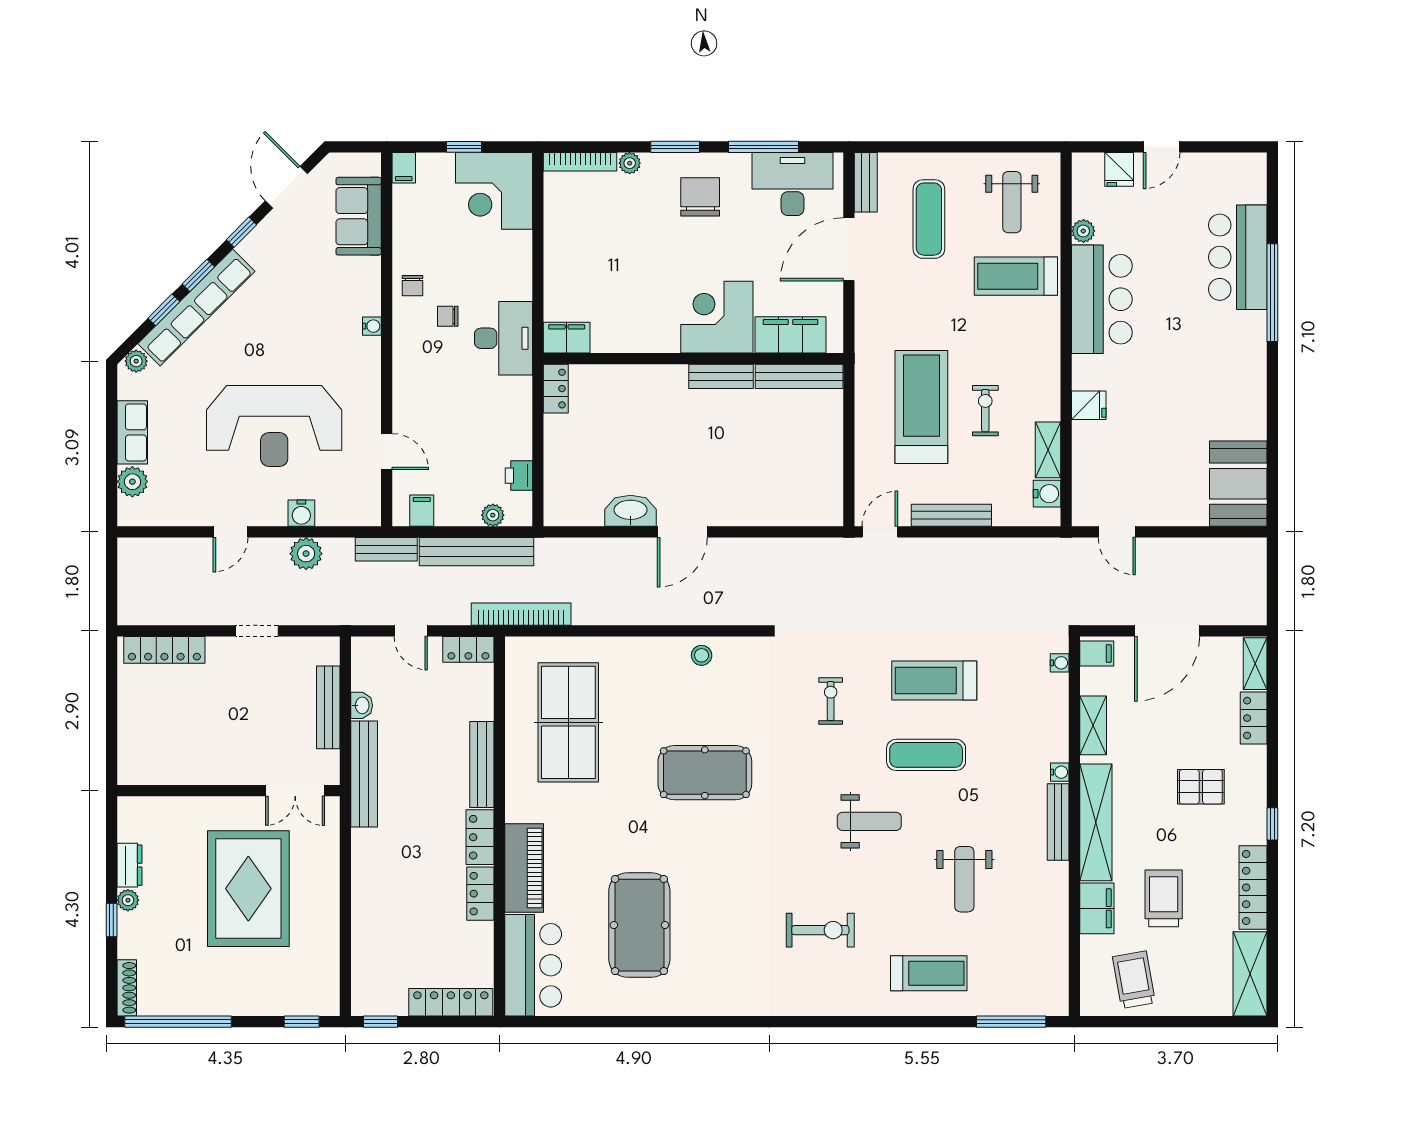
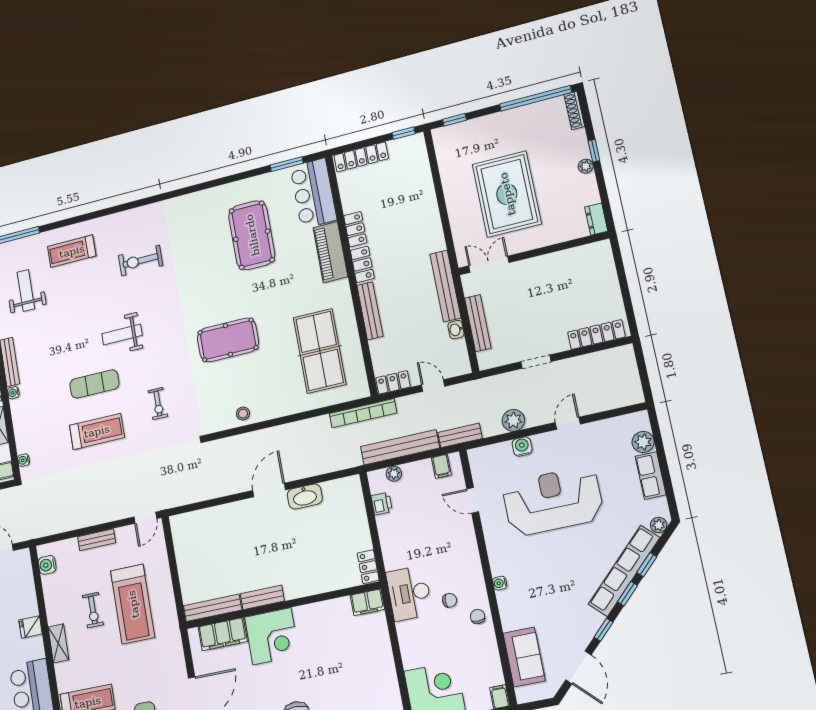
shelving: (1048, 450) -> (58, 643), moved
bench: (951, 515) -> (96, 540), width x0.73
dresser: (130, 865) -> (596, 219), moved
weight bench: (964, 879) -> (26, 290), moved
window: (566, 1022) -> (287, 164), added

